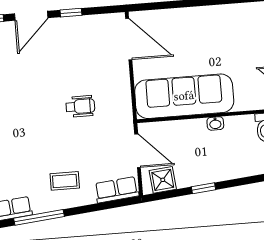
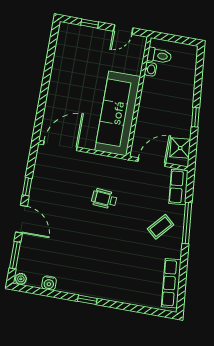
wheelchair: (80, 106) -> (104, 199), turned -86
washbasin: (215, 123) -> (150, 69), moved
coffee table: (65, 181) -> (161, 227), turned 41
window: (39, 217) -> (187, 223), moved

